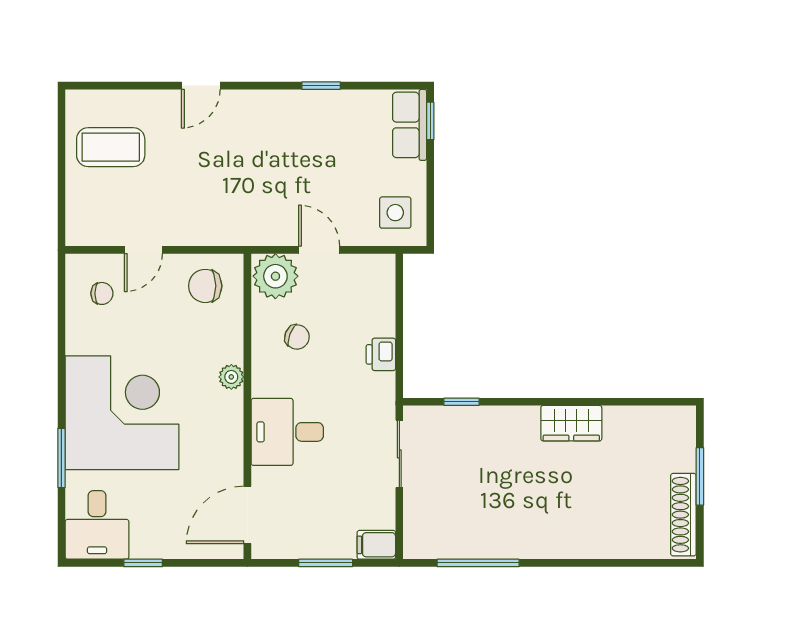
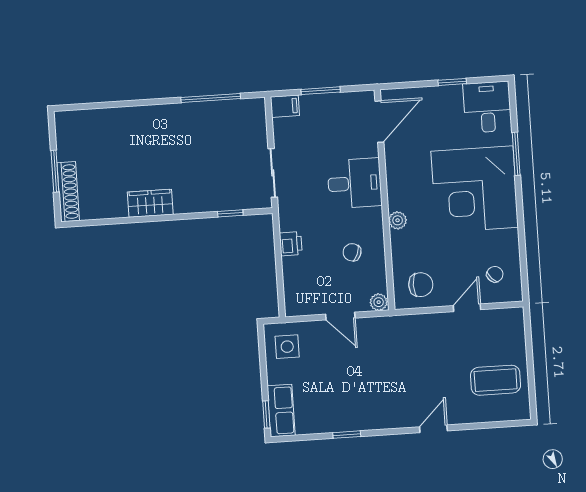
plant: (275, 276) -> (379, 302), width x0.53, depth x0.53
chair: (102, 293) -> (495, 274), turned 136
shoe rack: (683, 515) -> (68, 192), moved

